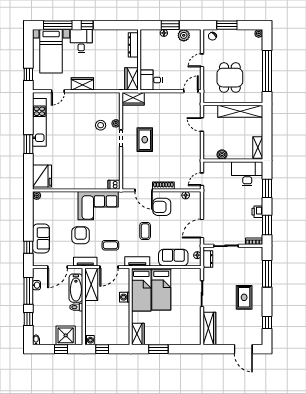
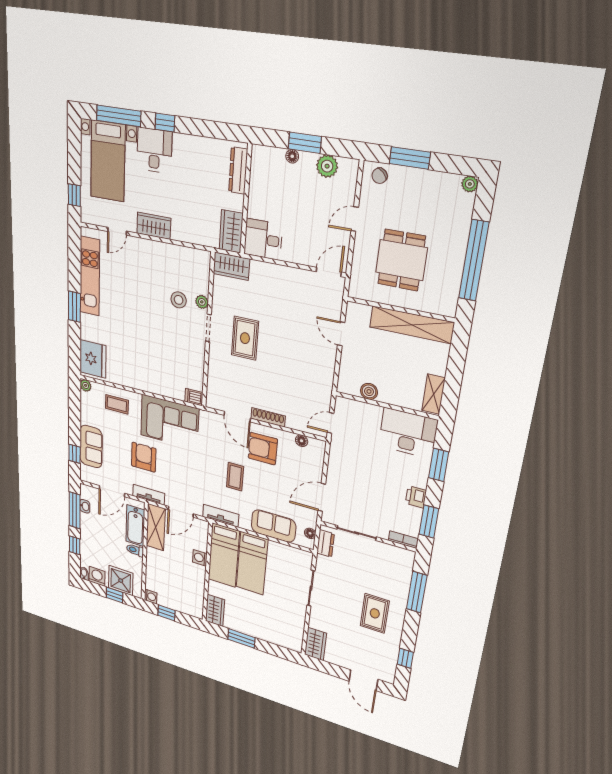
coffee table: (110, 245) -> (117, 404), moved
wardrobe: (209, 329) -> (316, 644), width x0.67
washing machine: (47, 339) -> (97, 576), added

